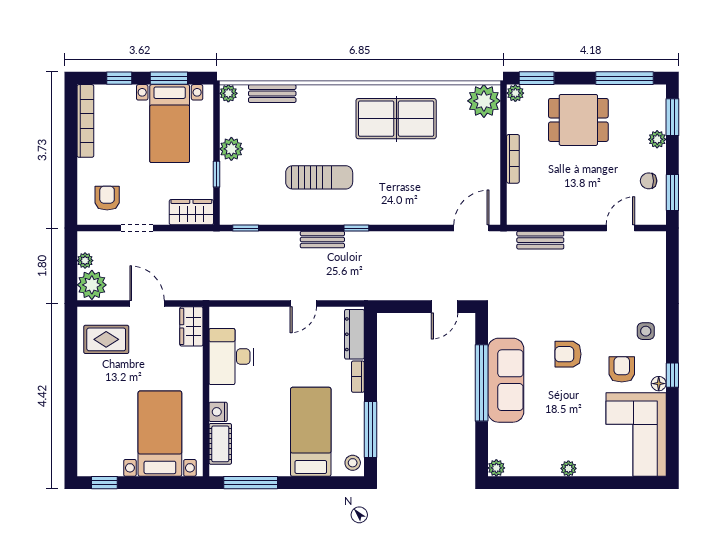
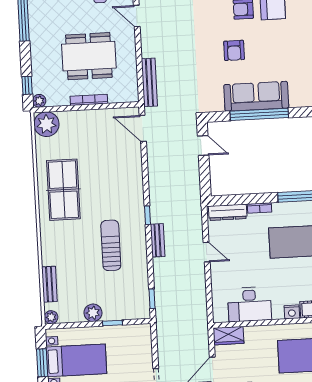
window: (537, 78) -> (27, 85), width x0.67
dining table: (578, 120) -> (89, 56), moved, width x1.37
wardrobe: (191, 212) -> (142, 340), removed
bench: (540, 240) -> (149, 82), width x1.36

